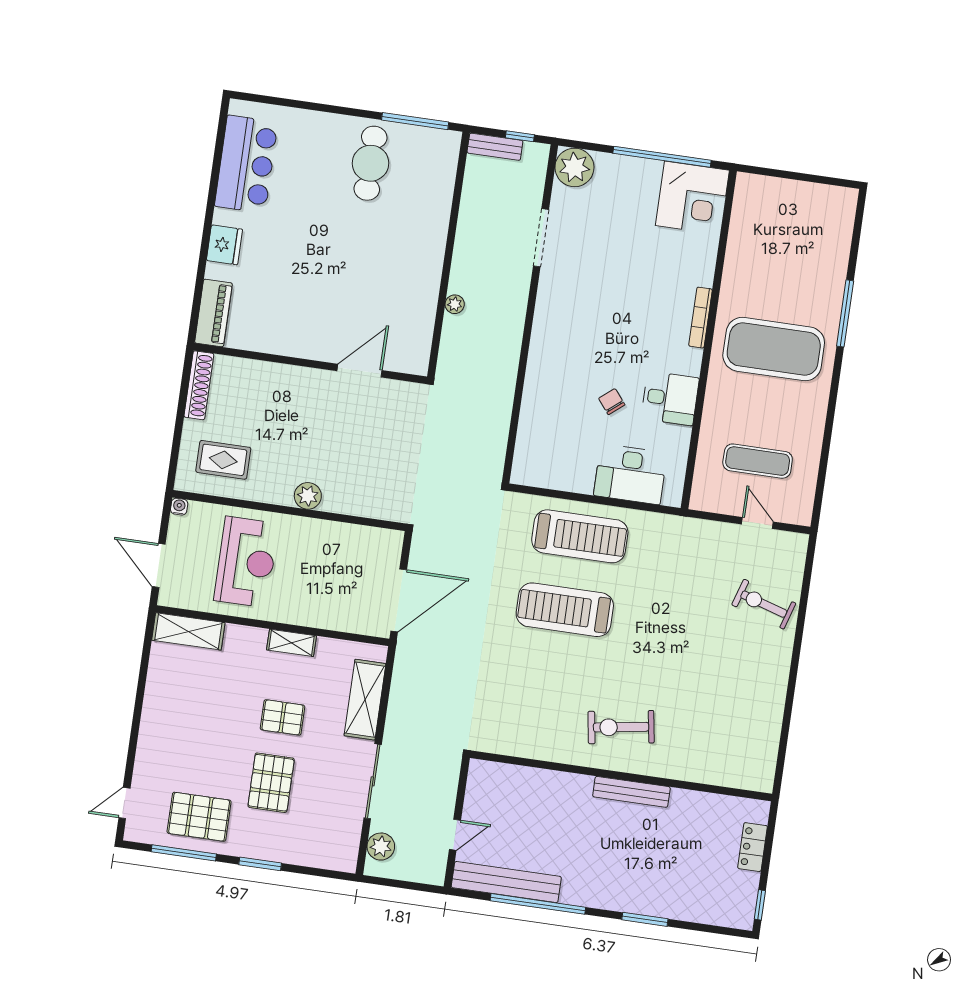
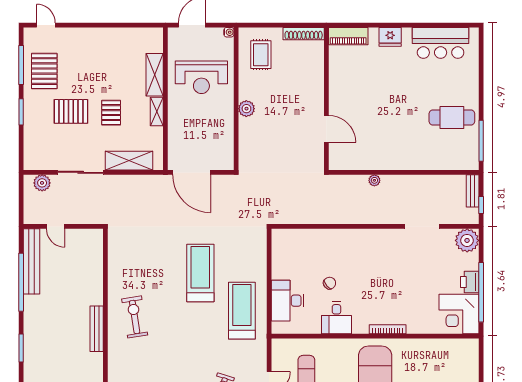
printer: (643, 173) -> (470, 282), added
treadmill: (580, 536) -> (242, 311), moved, turned 180
shelving: (188, 631) -> (155, 75), moved

